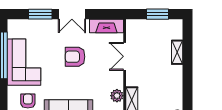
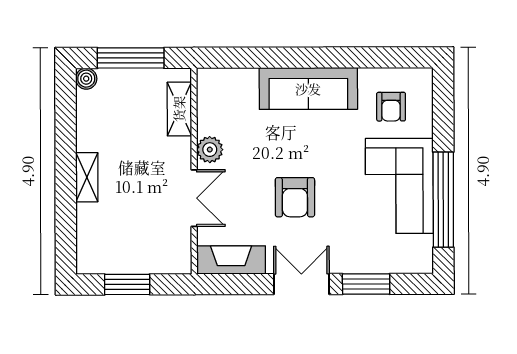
shelving: (177, 52) -> (87, 177), moved
armchair: (75, 57) -> (295, 197), turned 90
plant: (117, 96) -> (210, 150), moved

